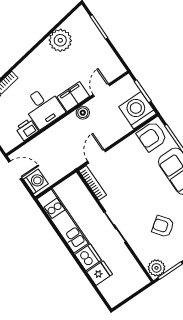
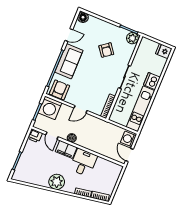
plant: (60, 40) -> (57, 182), moved
door: (101, 90) -> (52, 136), hinge flipped
printer: (27, 129) -> (35, 136), moved
armchair: (152, 136) -> (59, 90), turned -90
door: (97, 156) -> (80, 109), moved
fridge: (100, 273) -> (164, 51), moved

